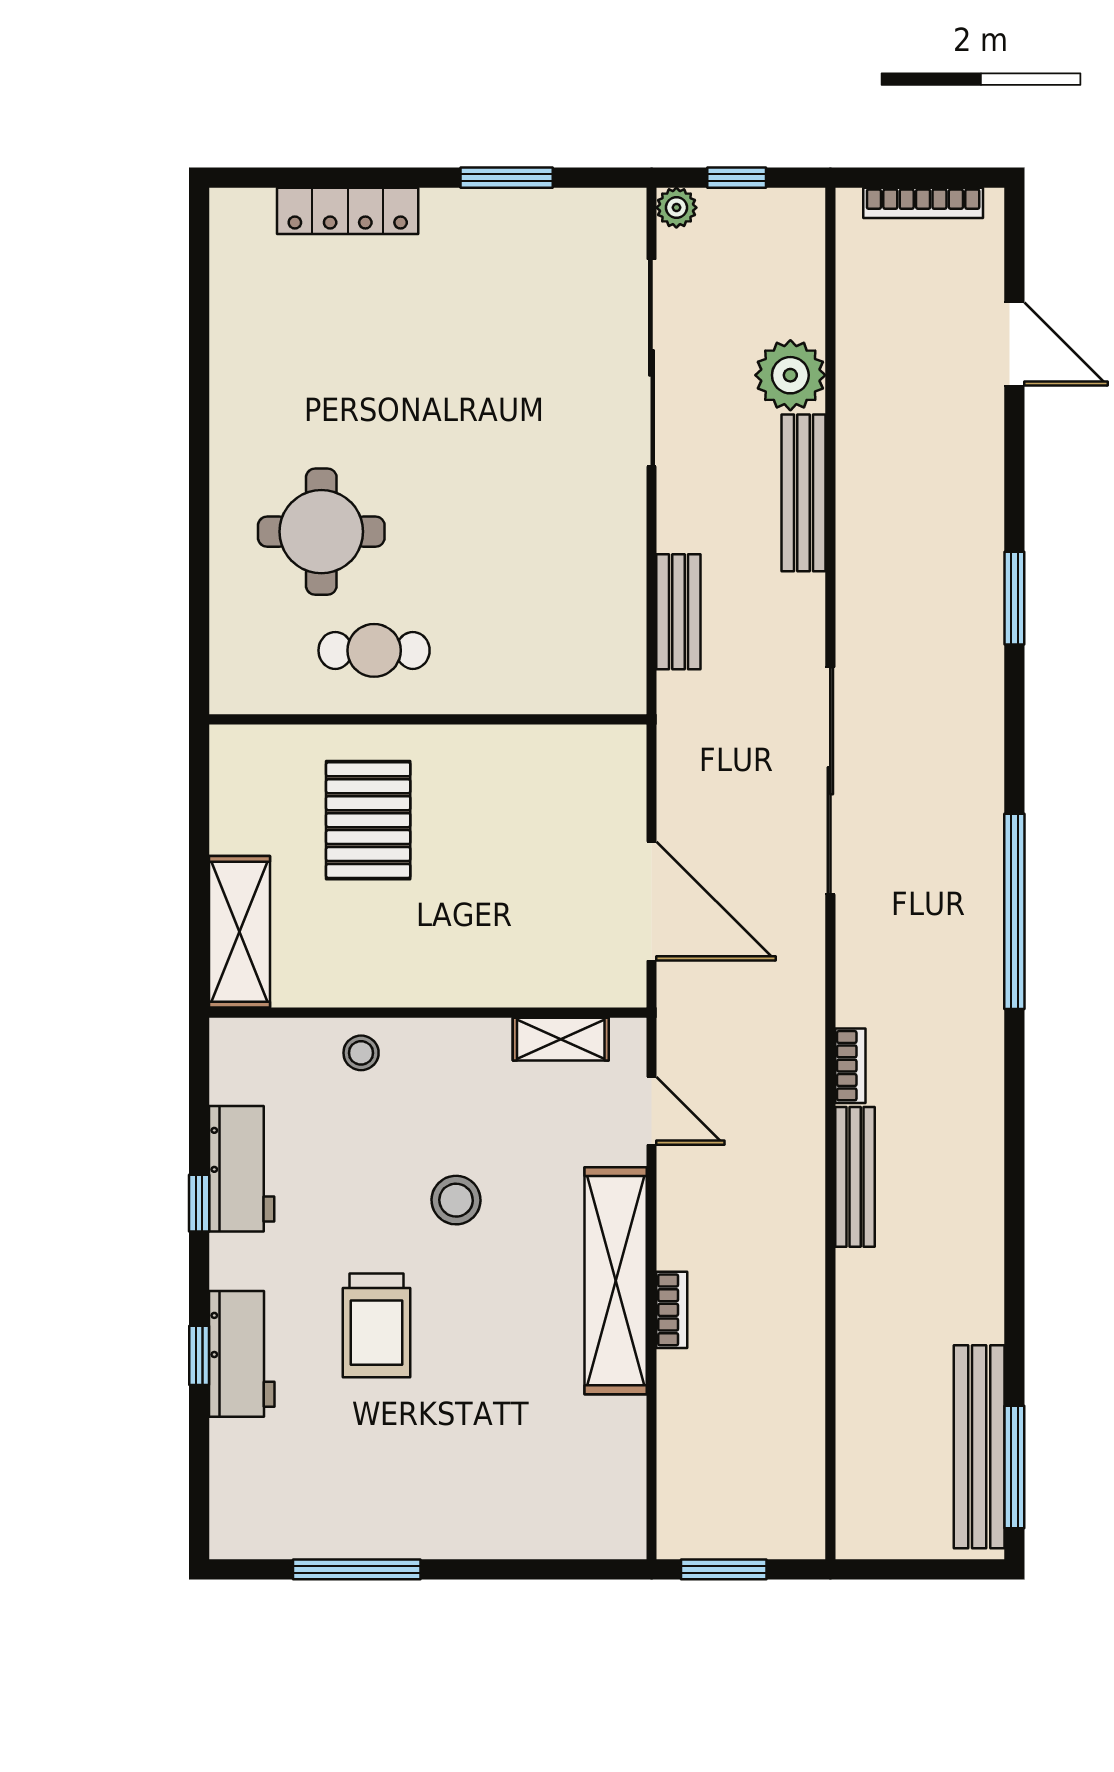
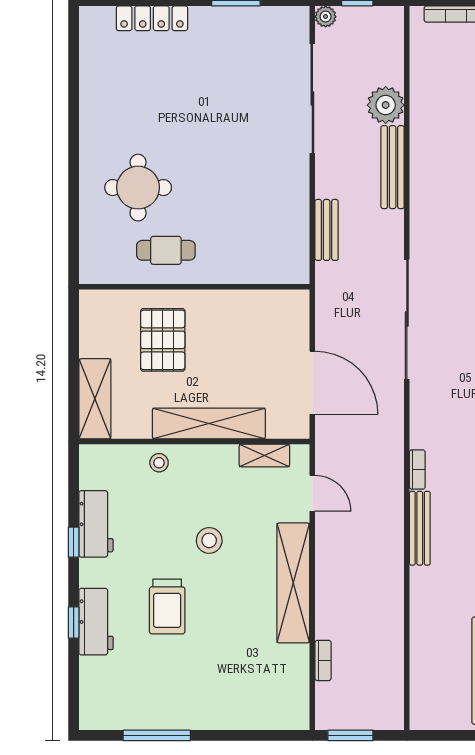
shelving: (456, 978) -> (209, 423), added
bookcase: (672, 1310) -> (323, 660), moved

